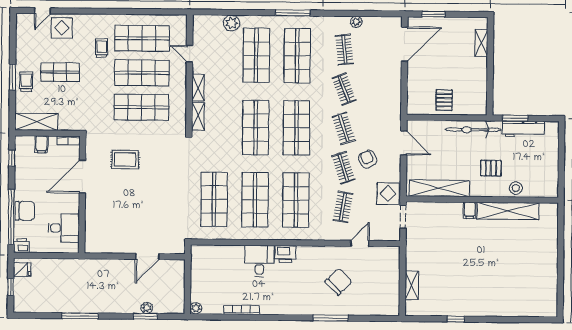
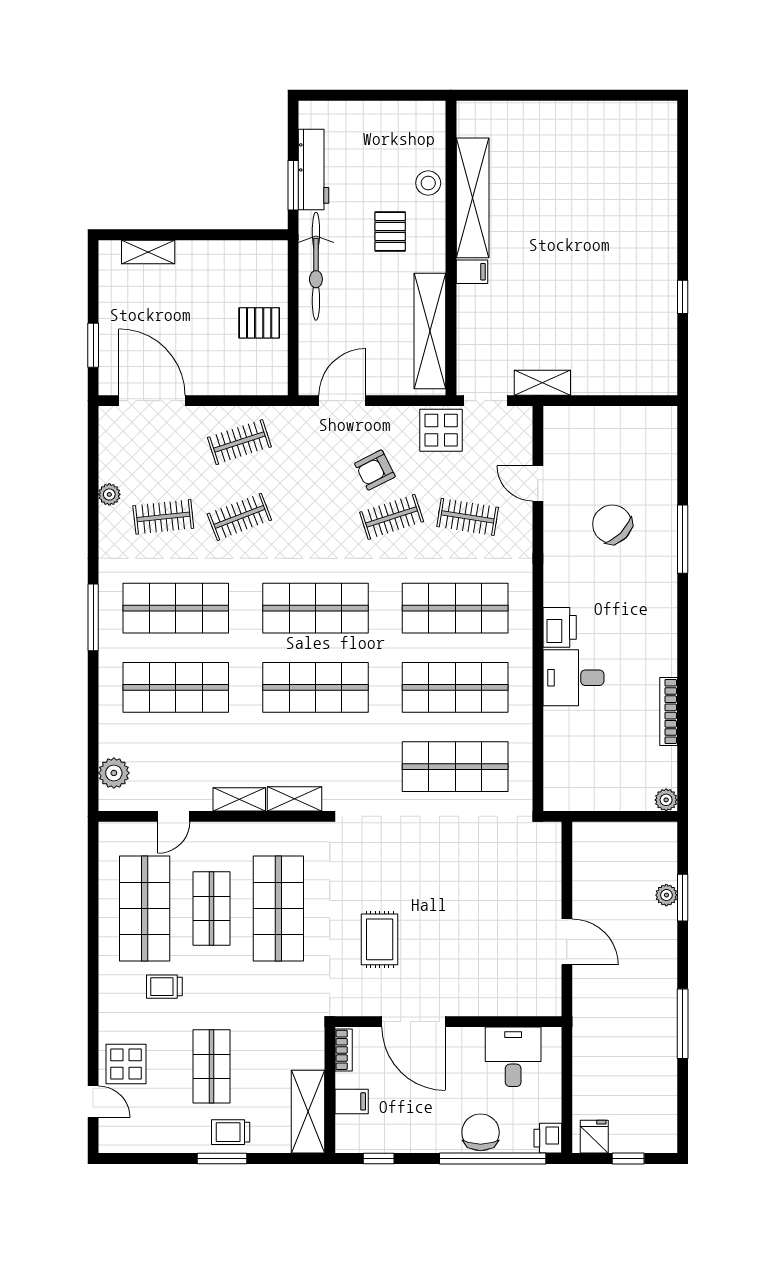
plant: (232, 23) -> (114, 773), moved
shop shelf: (142, 73) -> (212, 908), width x0.70, depth x0.74
clothes rail: (344, 128) -> (239, 442), moved
door: (147, 256) -> (567, 942), moved
shelving: (412, 285) -> (542, 383), moved

